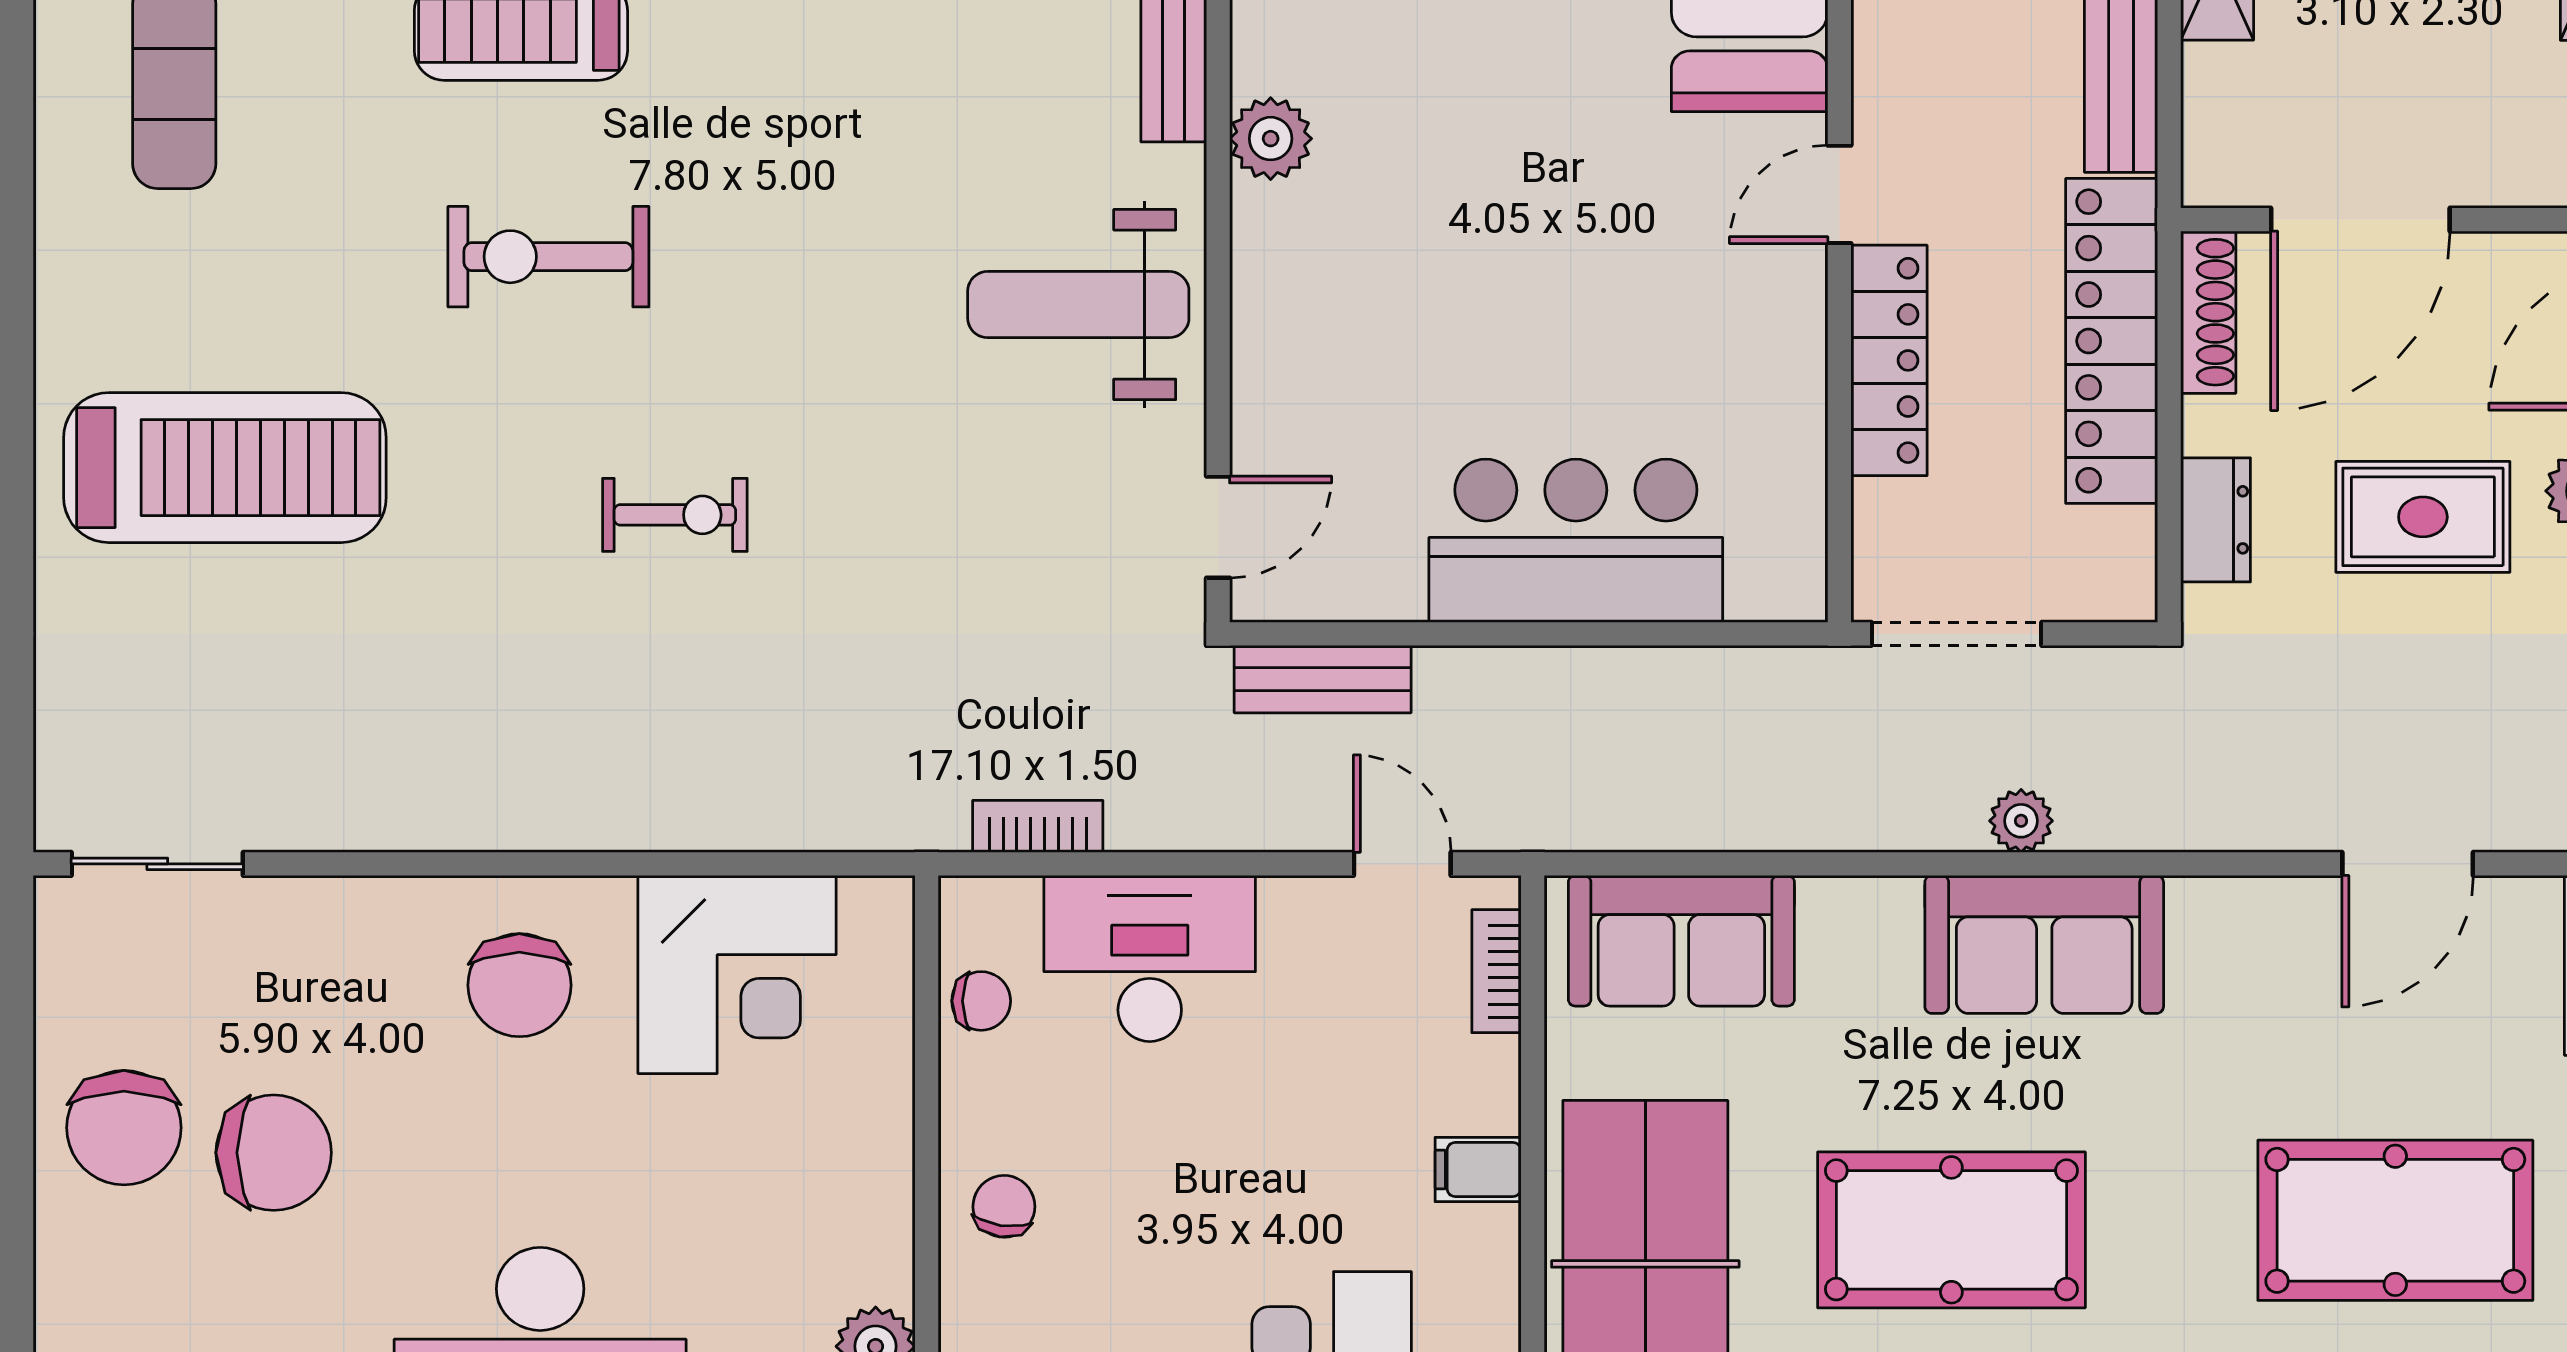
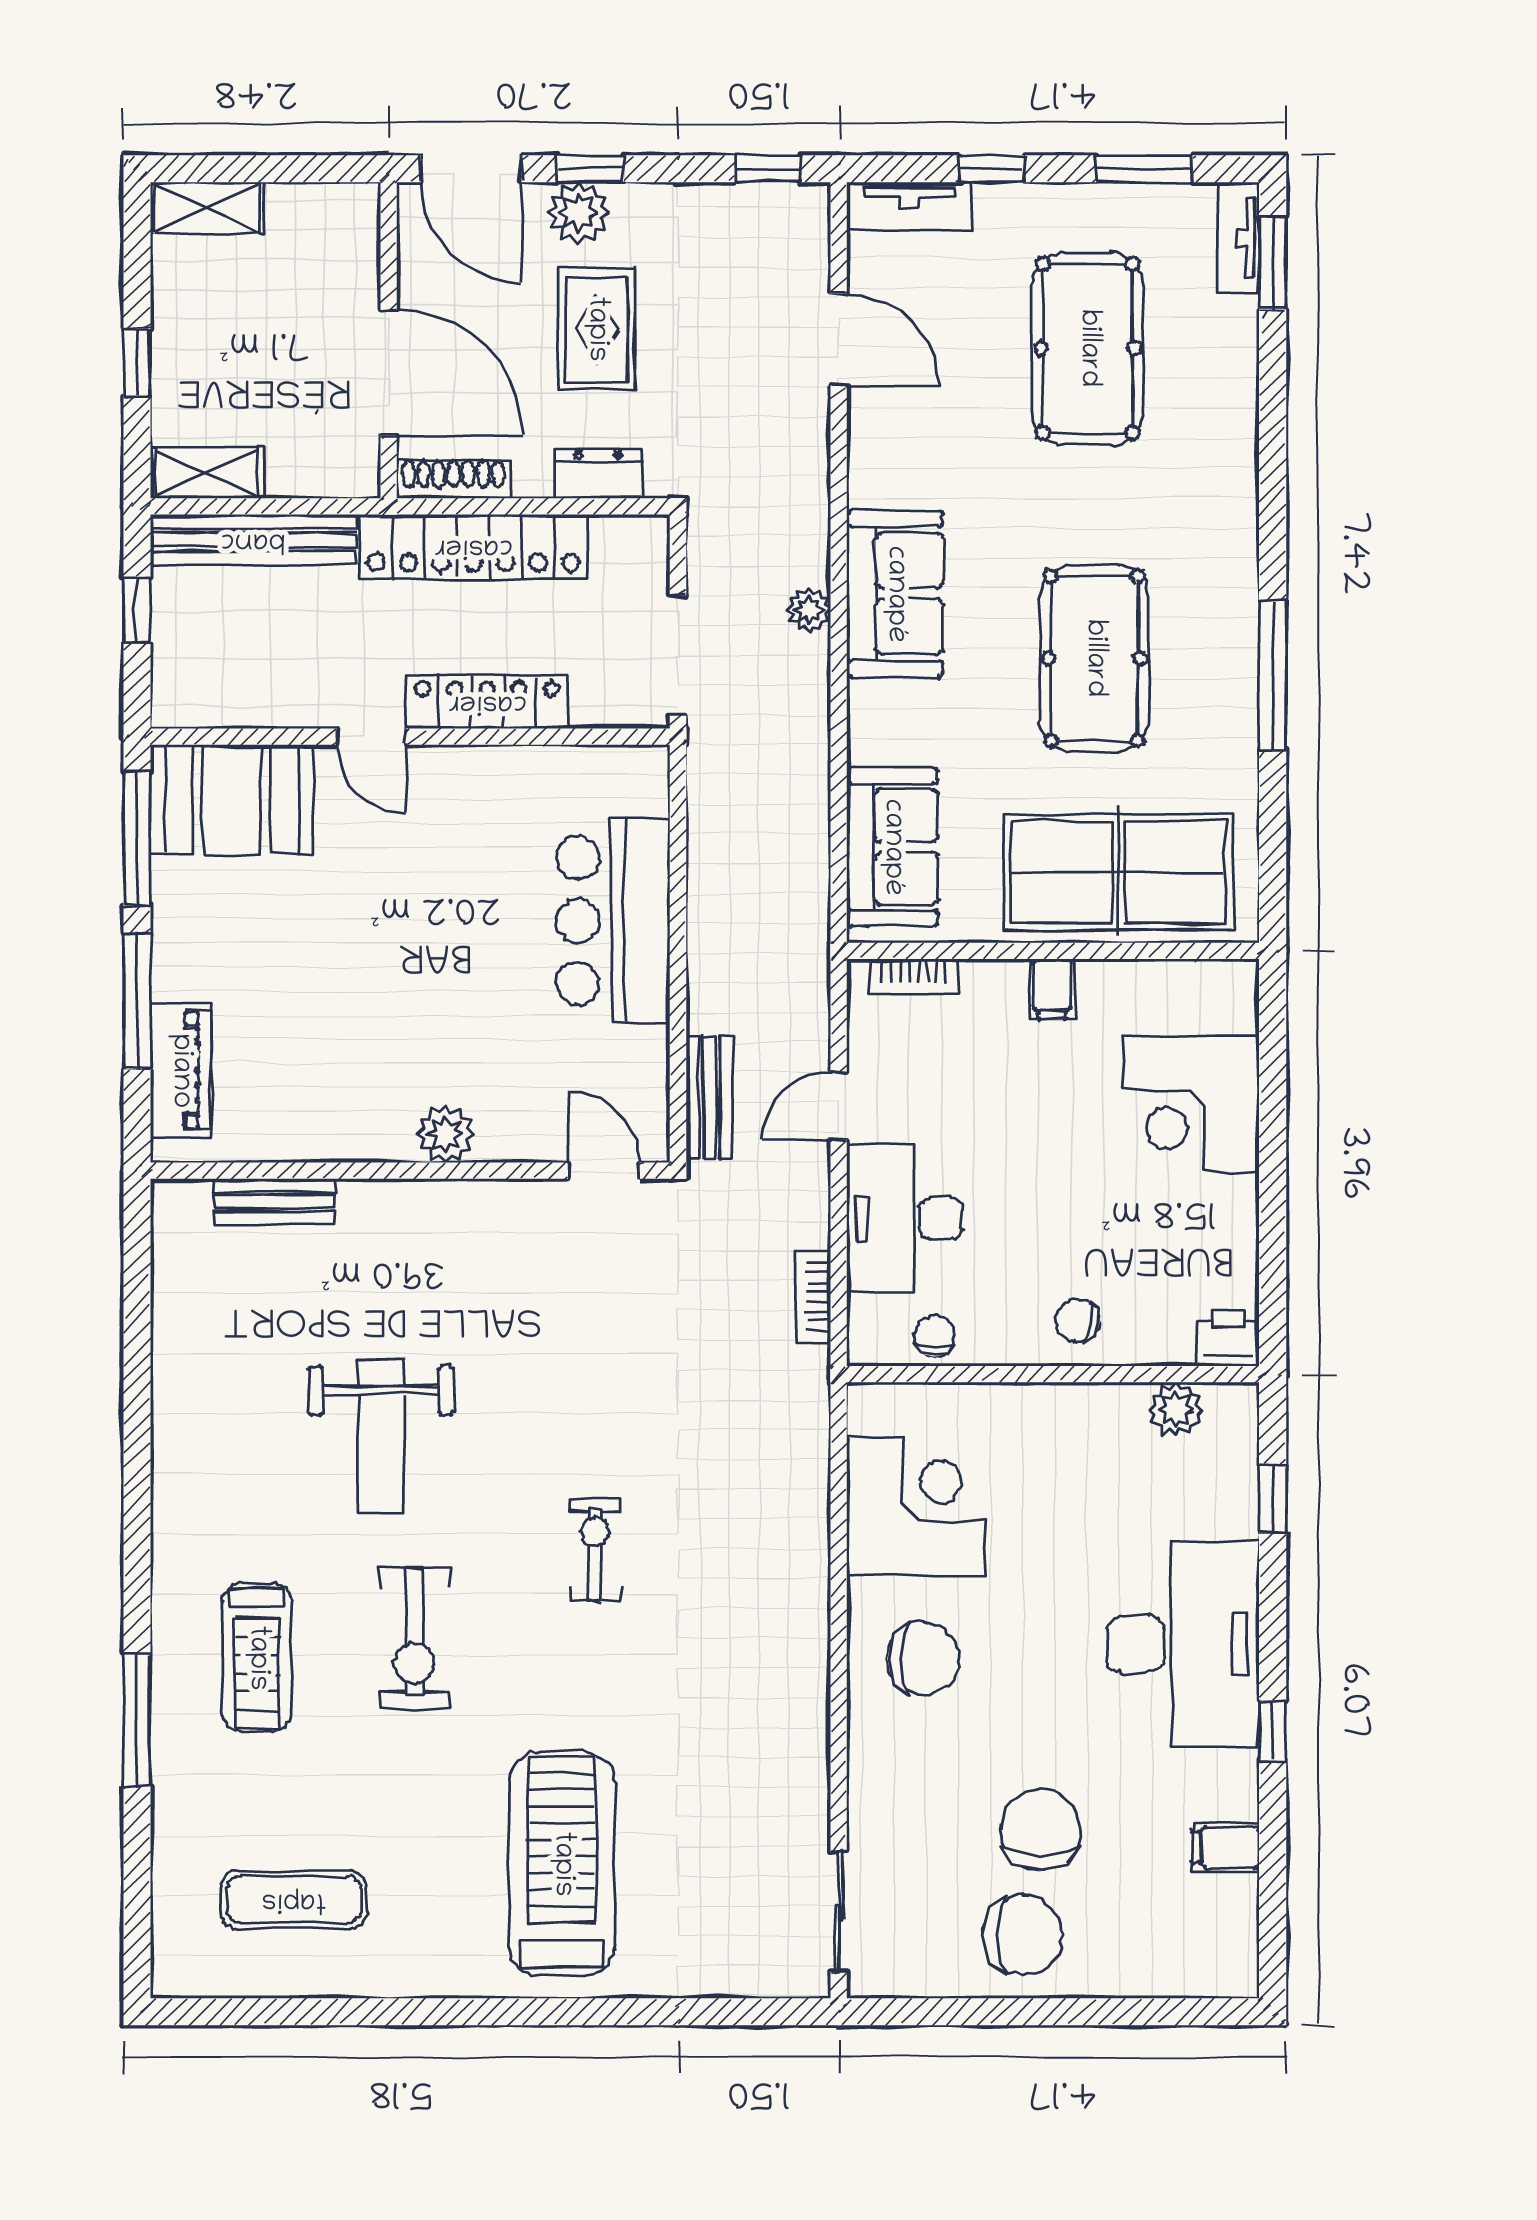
plant: (1271, 139) -> (445, 1134), moved
weight bench: (1078, 305) -> (381, 1437), moved
door: (1402, 864) -> (839, 1106), moved

